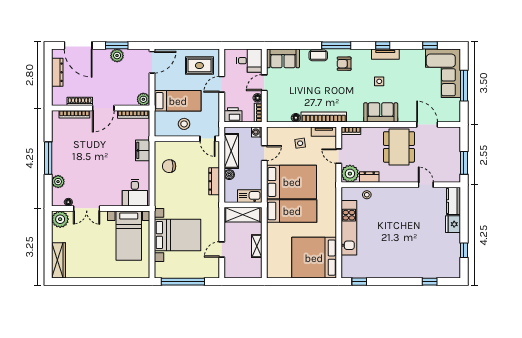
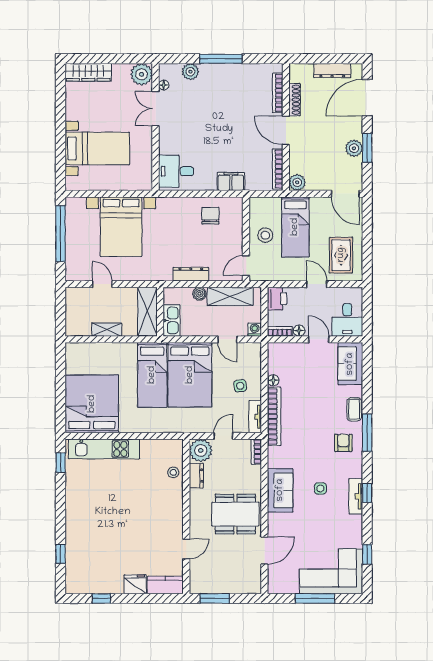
kitchen unit: (349, 228) -> (104, 449), moved
bed with nightstands: (129, 236) -> (97, 148), moved, turned 180

